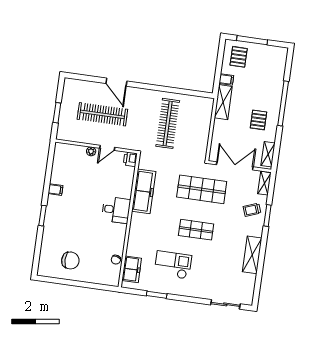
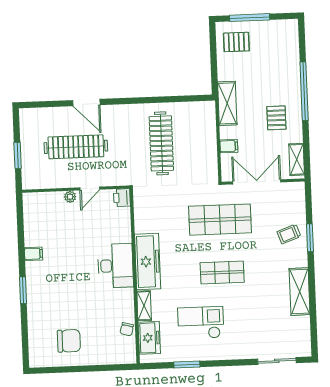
pallet: (239, 57) -> (236, 42), turned 90
filing cabinet: (226, 80) -> (229, 146), moved
shelving: (264, 183) -> (144, 306), moved
freezer: (144, 191) -> (148, 262), moved
desk: (116, 210) -> (115, 266), width x1.37

